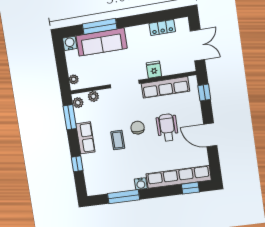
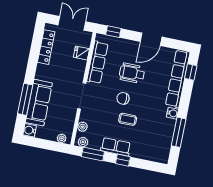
locker: (162, 28) -> (46, 47), width x1.53
fridge: (154, 70) -> (81, 53), moved
window: (77, 164) -> (123, 160), moved

